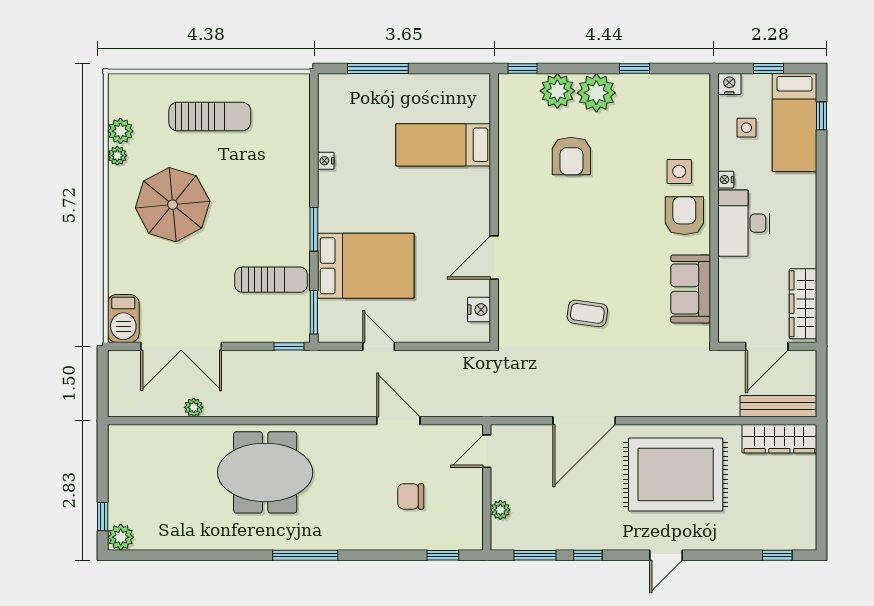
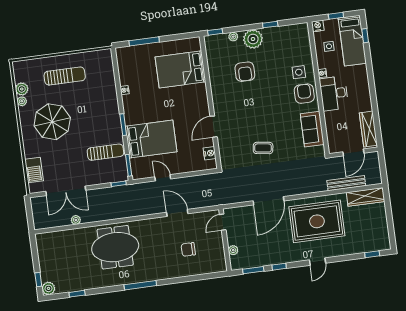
plant: (557, 91) -> (233, 37), width x0.53, depth x0.53
bed: (443, 145) -> (180, 69), width x1.50
barbecue: (123, 319) -> (34, 170), moved
bench: (778, 406) -> (346, 183), moved
window: (443, 555) -> (77, 294), moved

